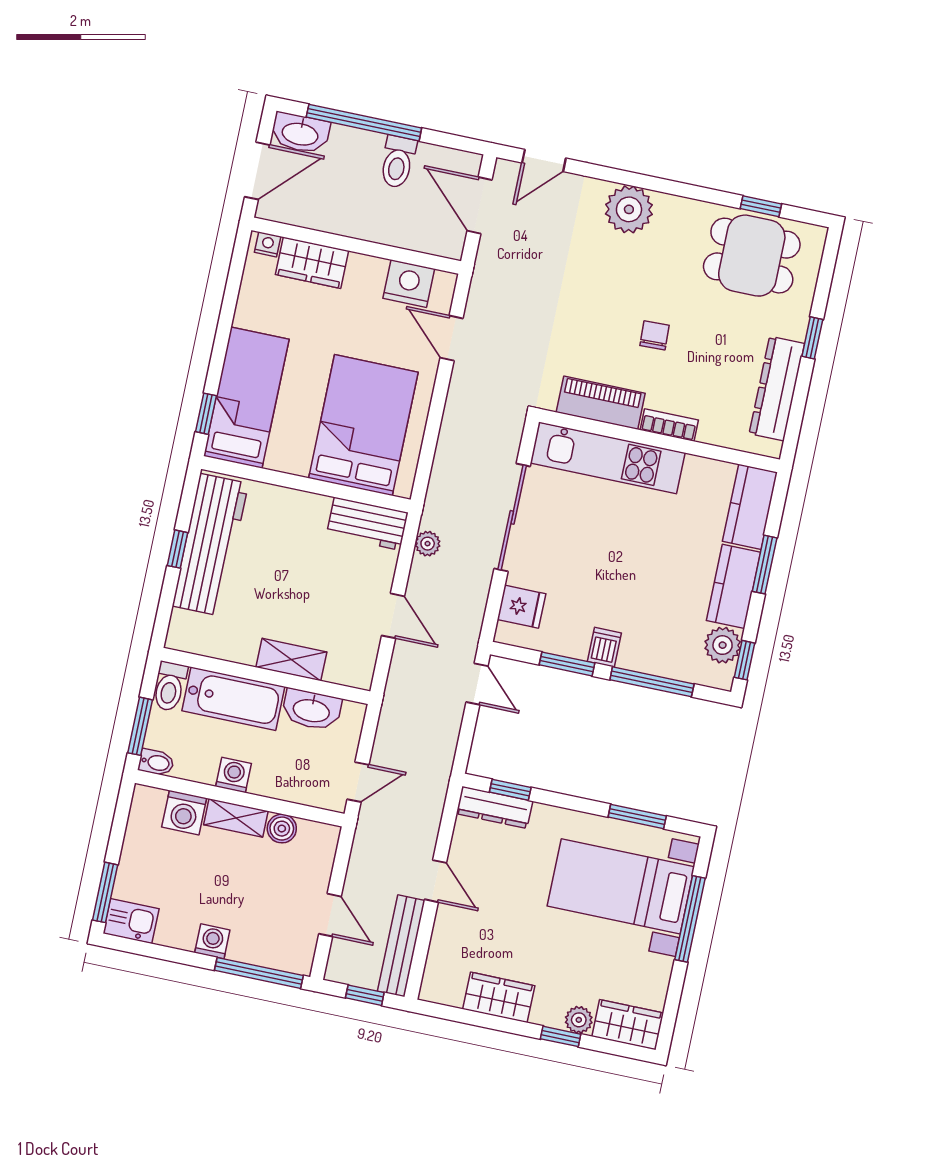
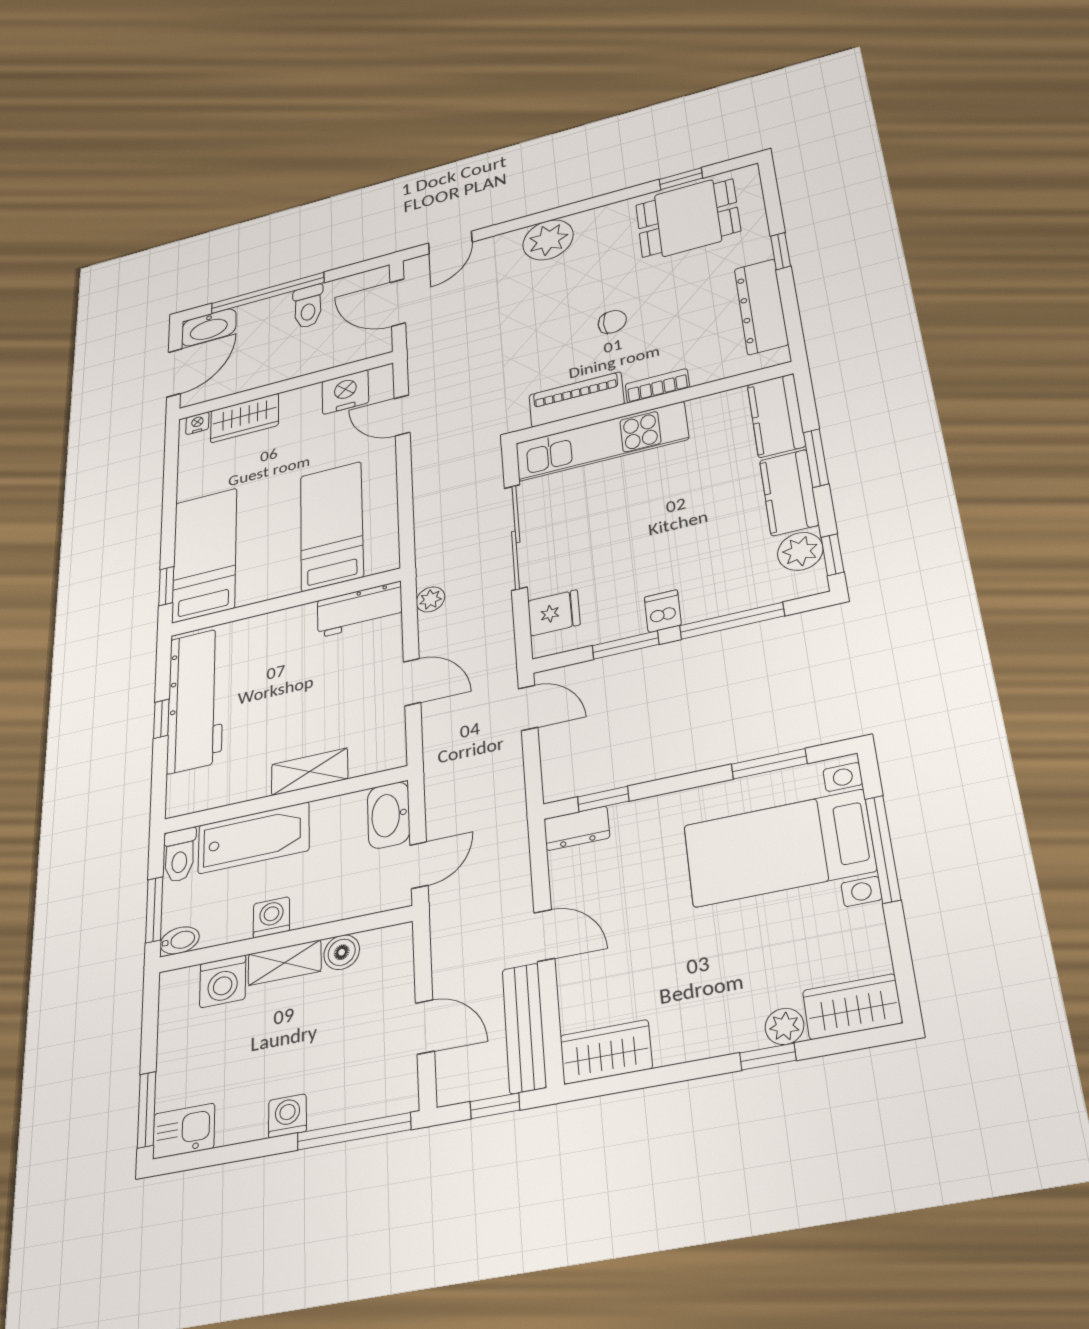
chair: (655, 335) -> (612, 322), turned 92
bed: (363, 425) -> (332, 526), width x0.67
washbasin: (311, 710) -> (389, 815), moved, turned 90
dresser: (495, 807) -> (577, 828), width x0.70
wardrobe: (499, 997) -> (606, 1052), moved

